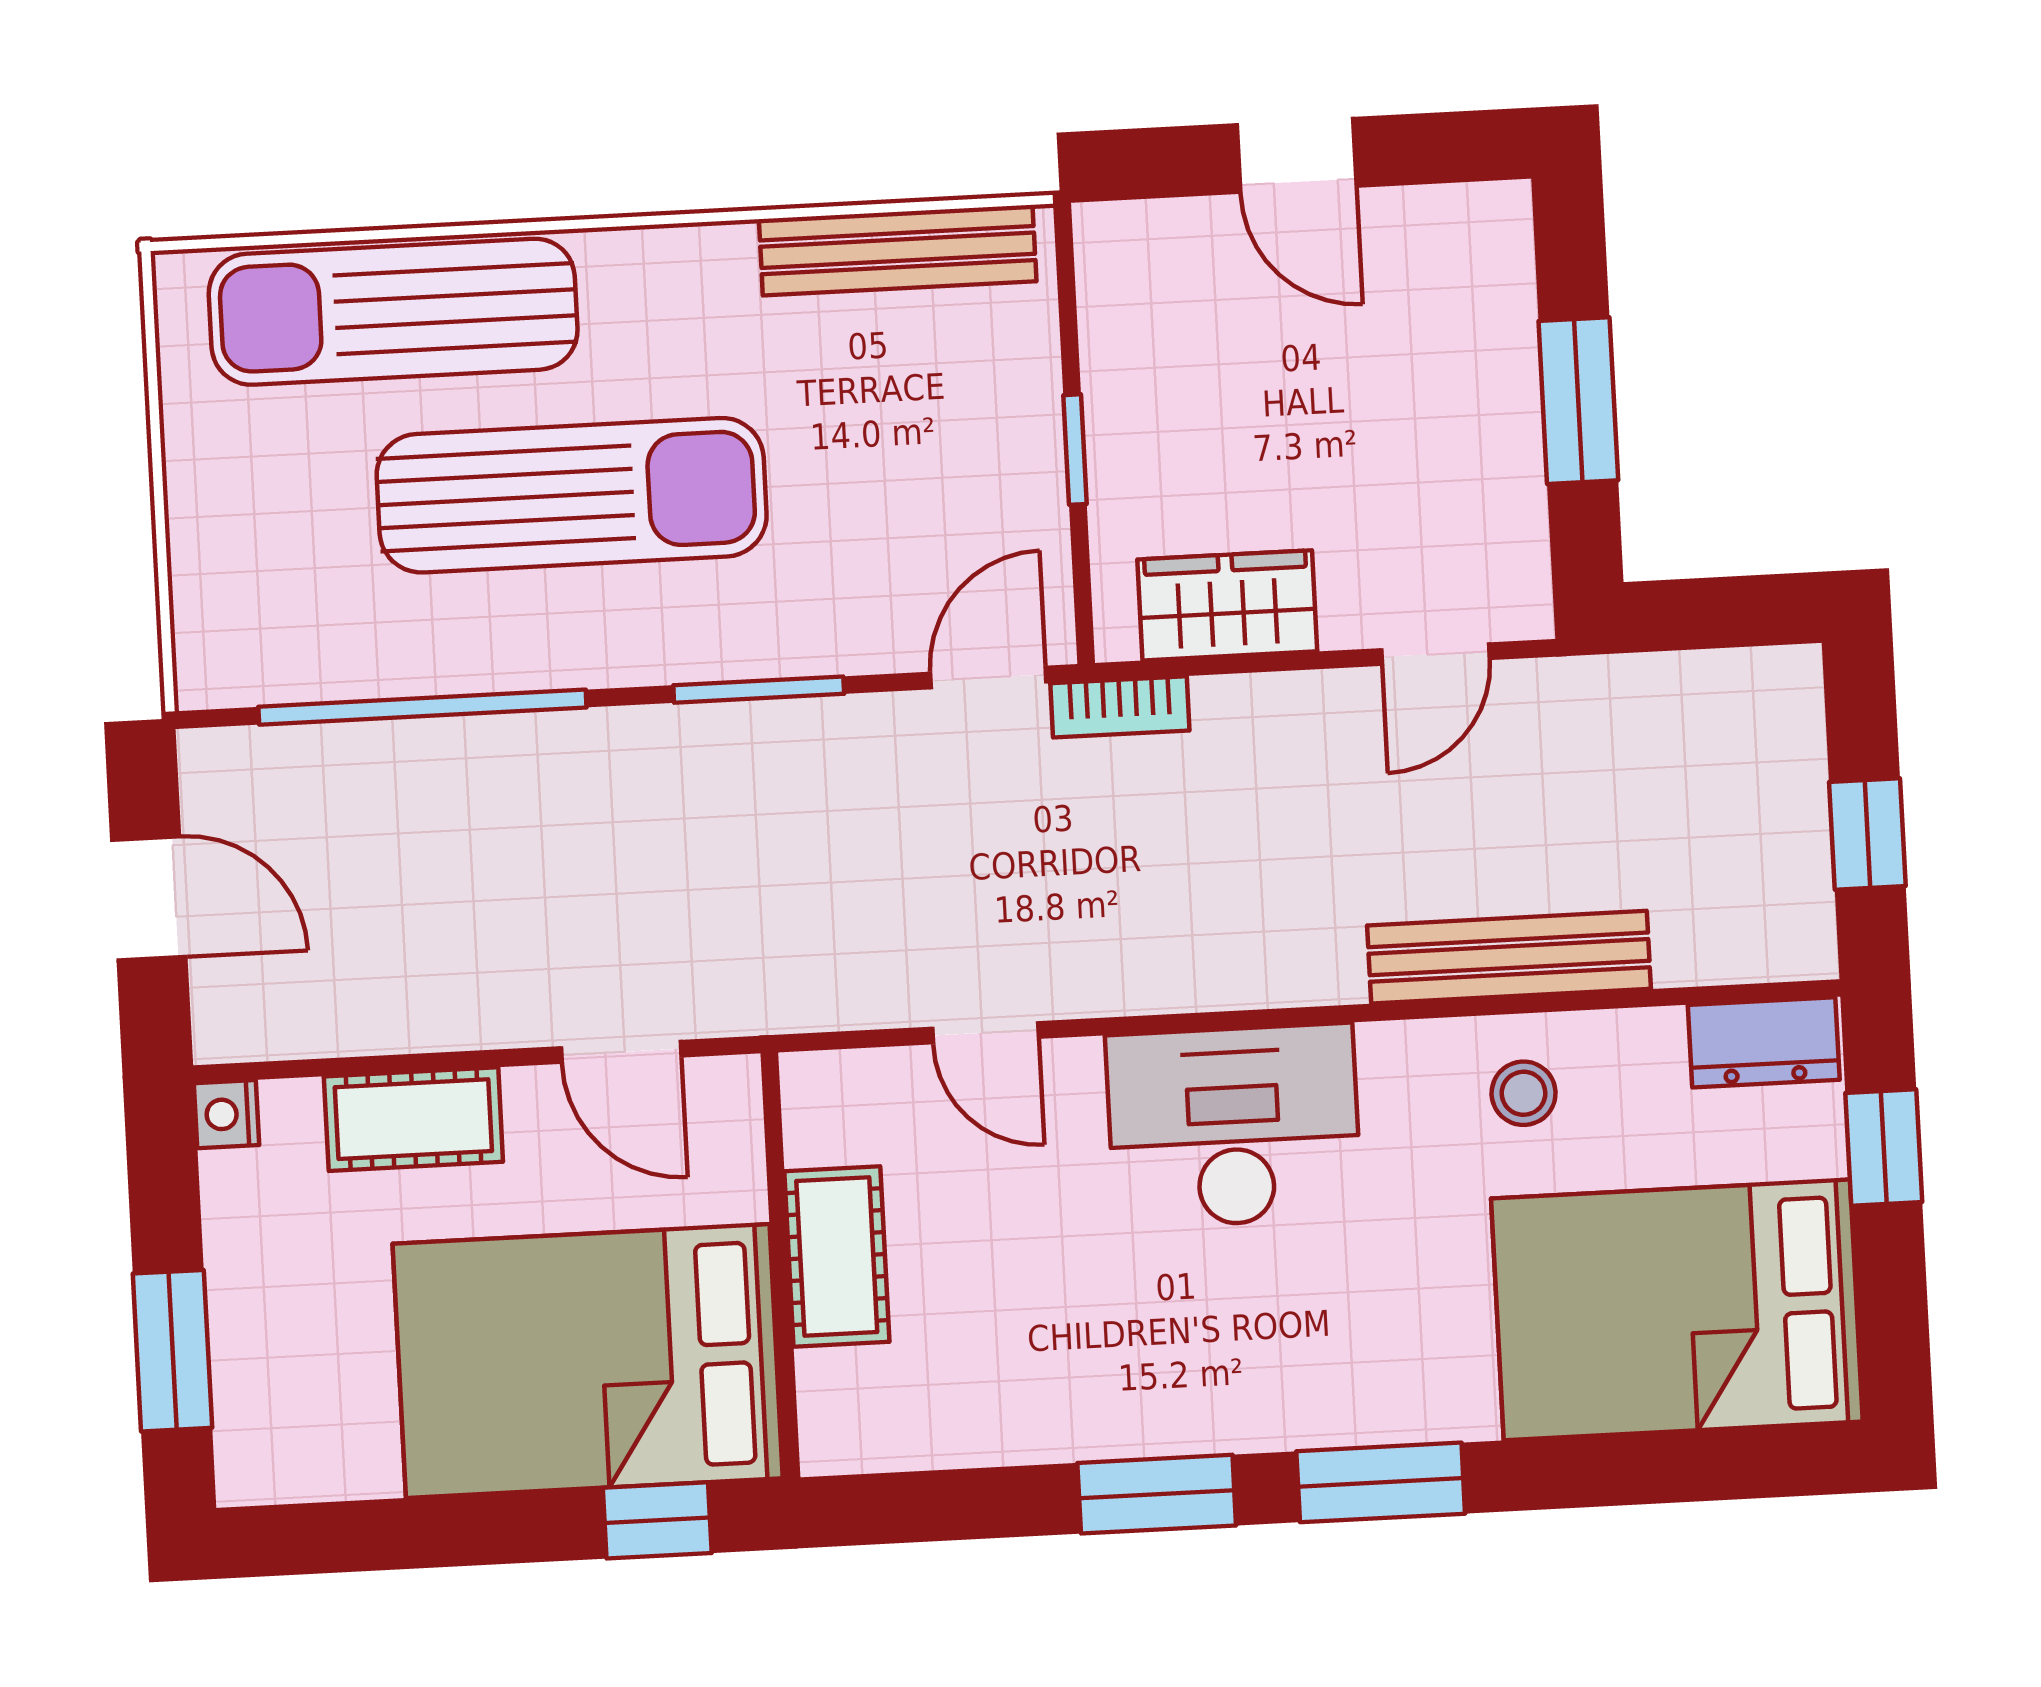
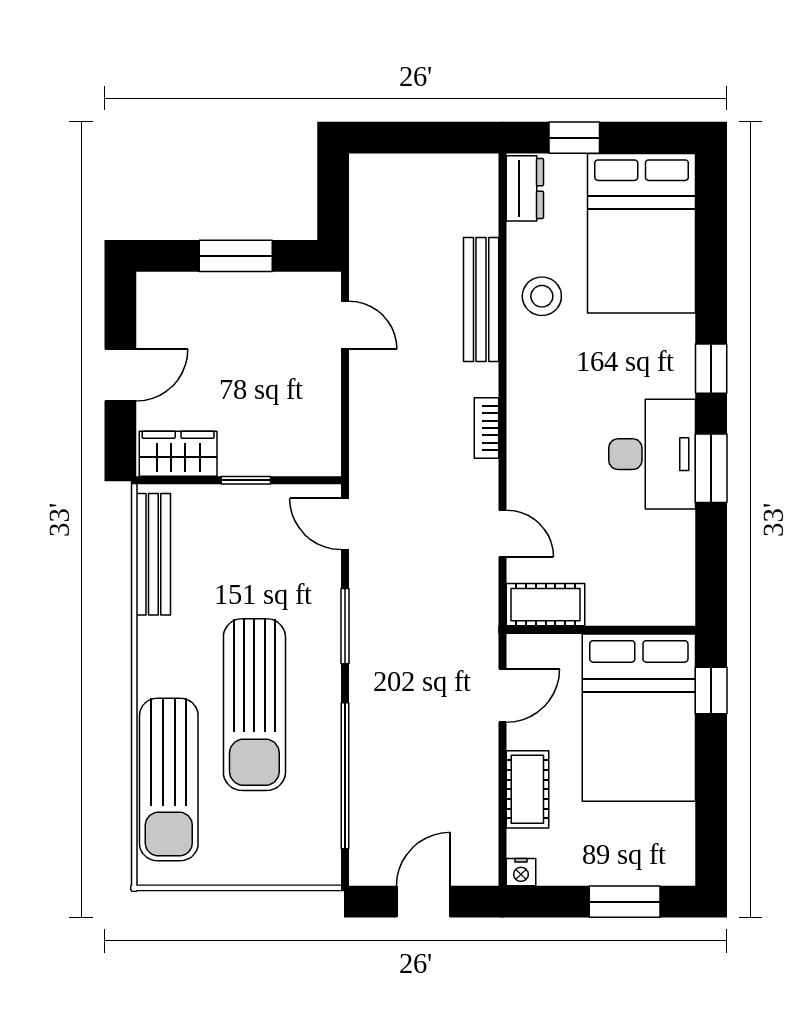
sun lounger: (572, 495) -> (254, 705), turned 180
wardrobe: (1227, 605) -> (178, 454), moved, turned 90
bookcase: (1120, 707) -> (486, 428), moved, turned 180
window: (1867, 834) -> (435, 138), removed
door: (985, 1033) -> (502, 534), hinge flipped
stool: (1524, 1093) -> (542, 296), width x1.37, depth x1.37
desk: (1234, 1126) -> (652, 454), moved, turned 180
cot: (837, 1256) -> (546, 605), moved
window: (1381, 1482) -> (711, 369), width x0.67

